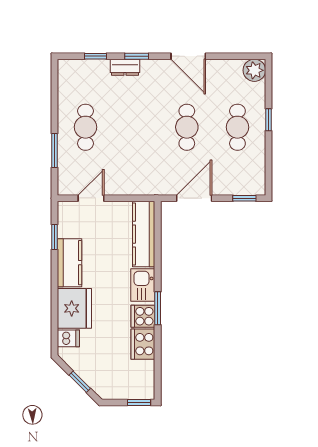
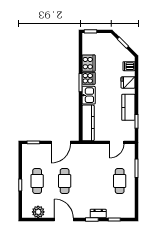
plant: (254, 70) -> (38, 212), moved
fridge: (74, 308) -> (128, 82), width x0.53, depth x0.75

